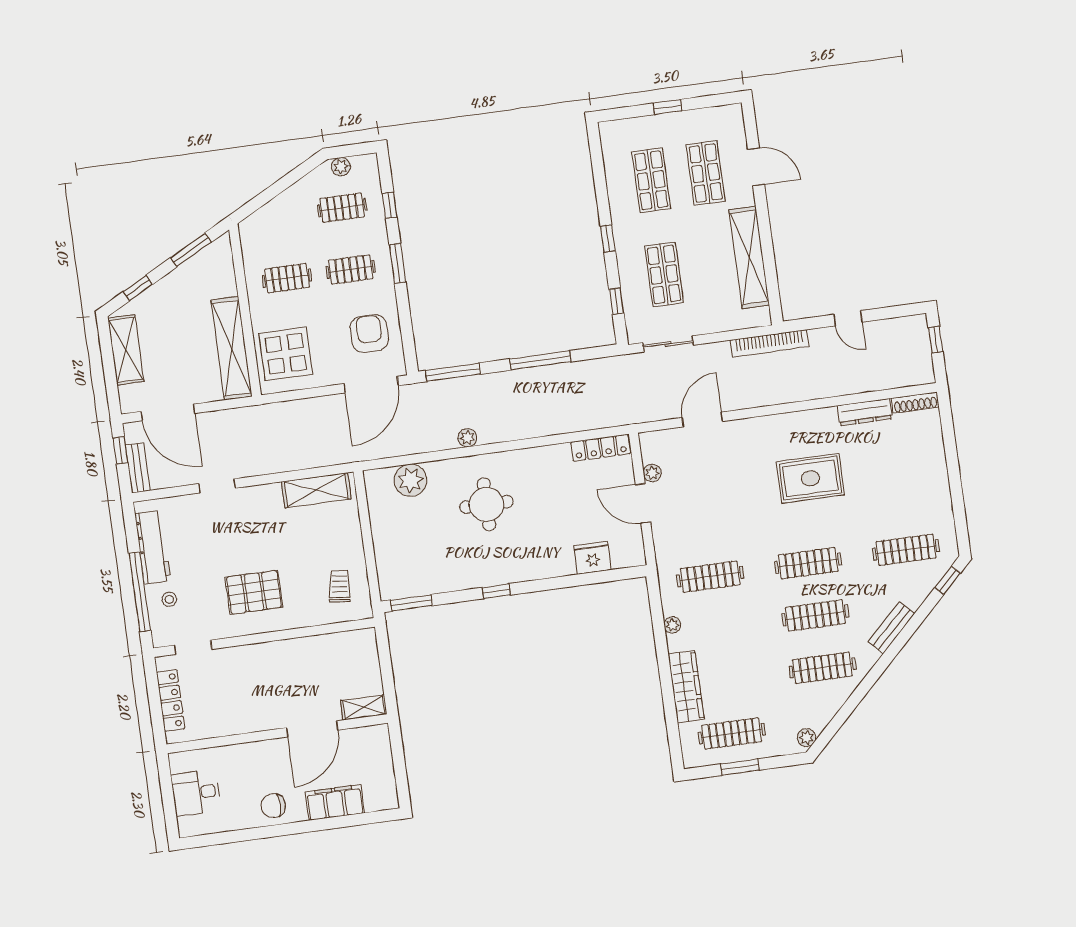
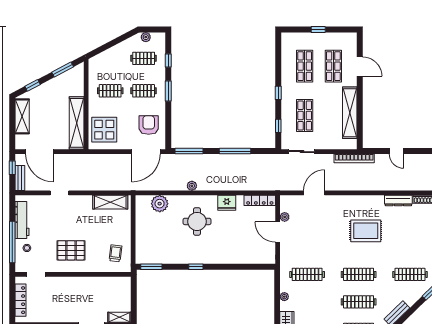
fridge: (592, 558) -> (227, 203), moved, turned 180

